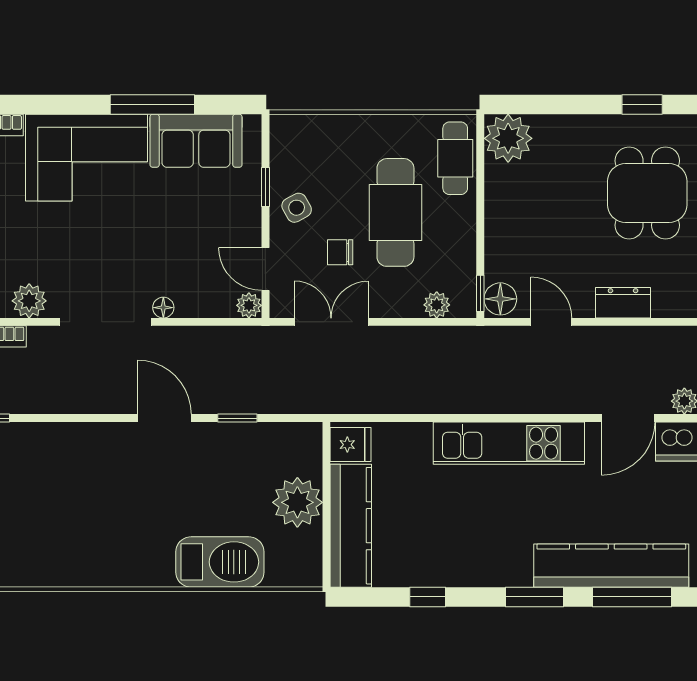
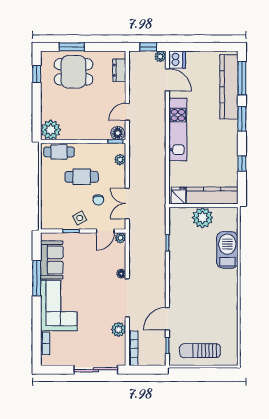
cafe table: (395, 212) -> (82, 177), width x0.73, depth x0.74
dresser: (623, 303) -> (119, 70), moved
door: (164, 418) -> (167, 319), moved

